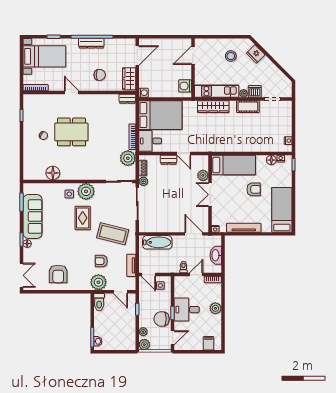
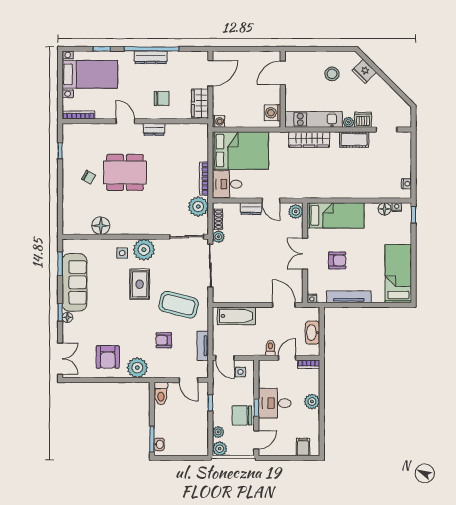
dresser: (127, 99) -> (154, 129), moved
plant: (203, 175) -> (296, 212), moved
armchair: (254, 189) -> (337, 260), moved
plant: (98, 282) -> (137, 368), moved

